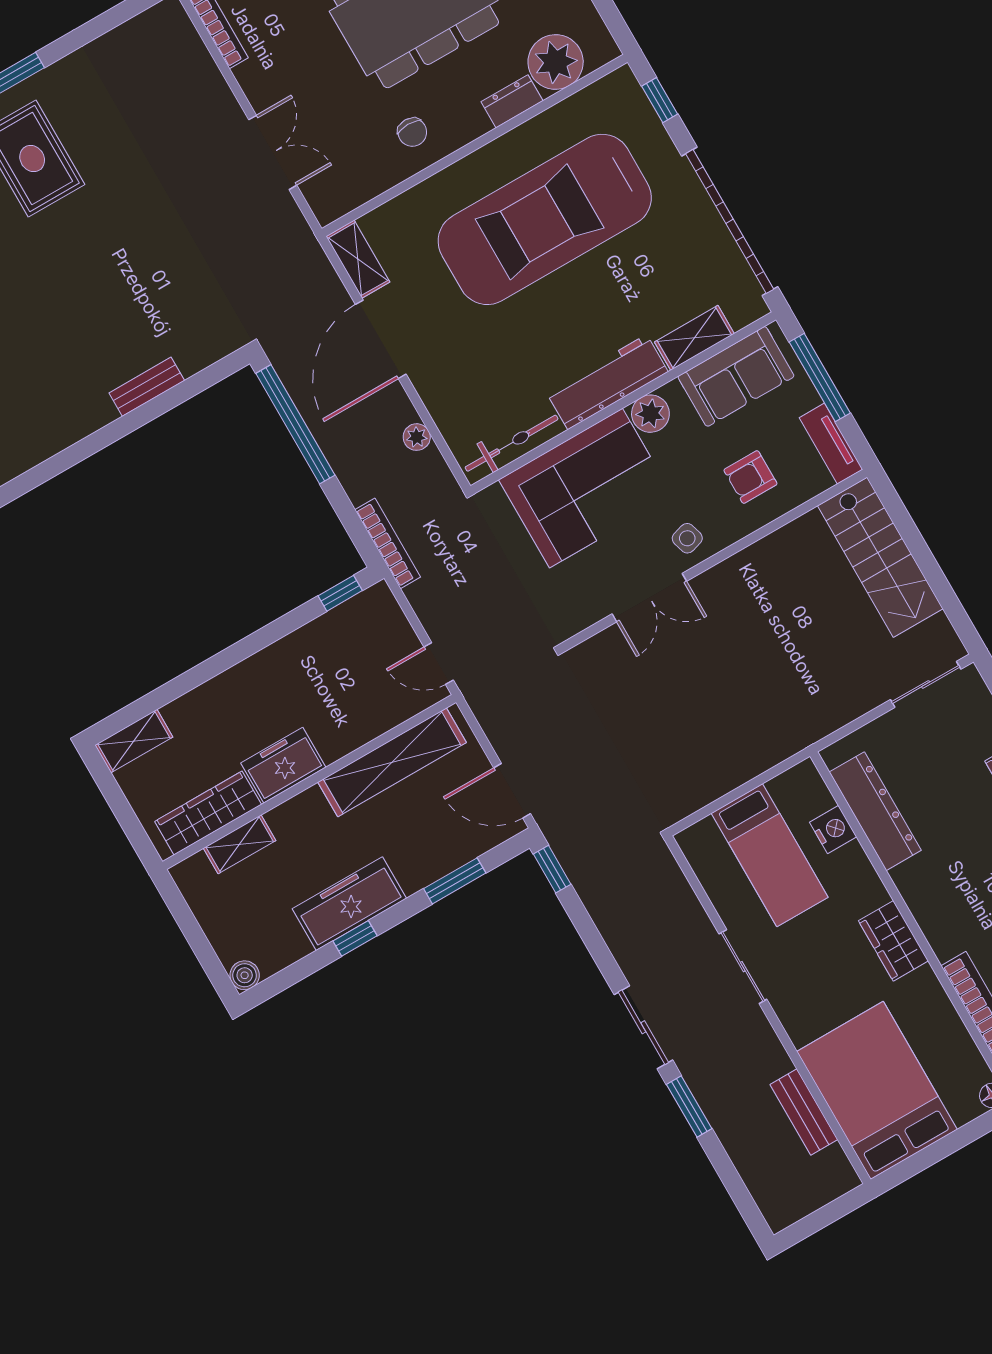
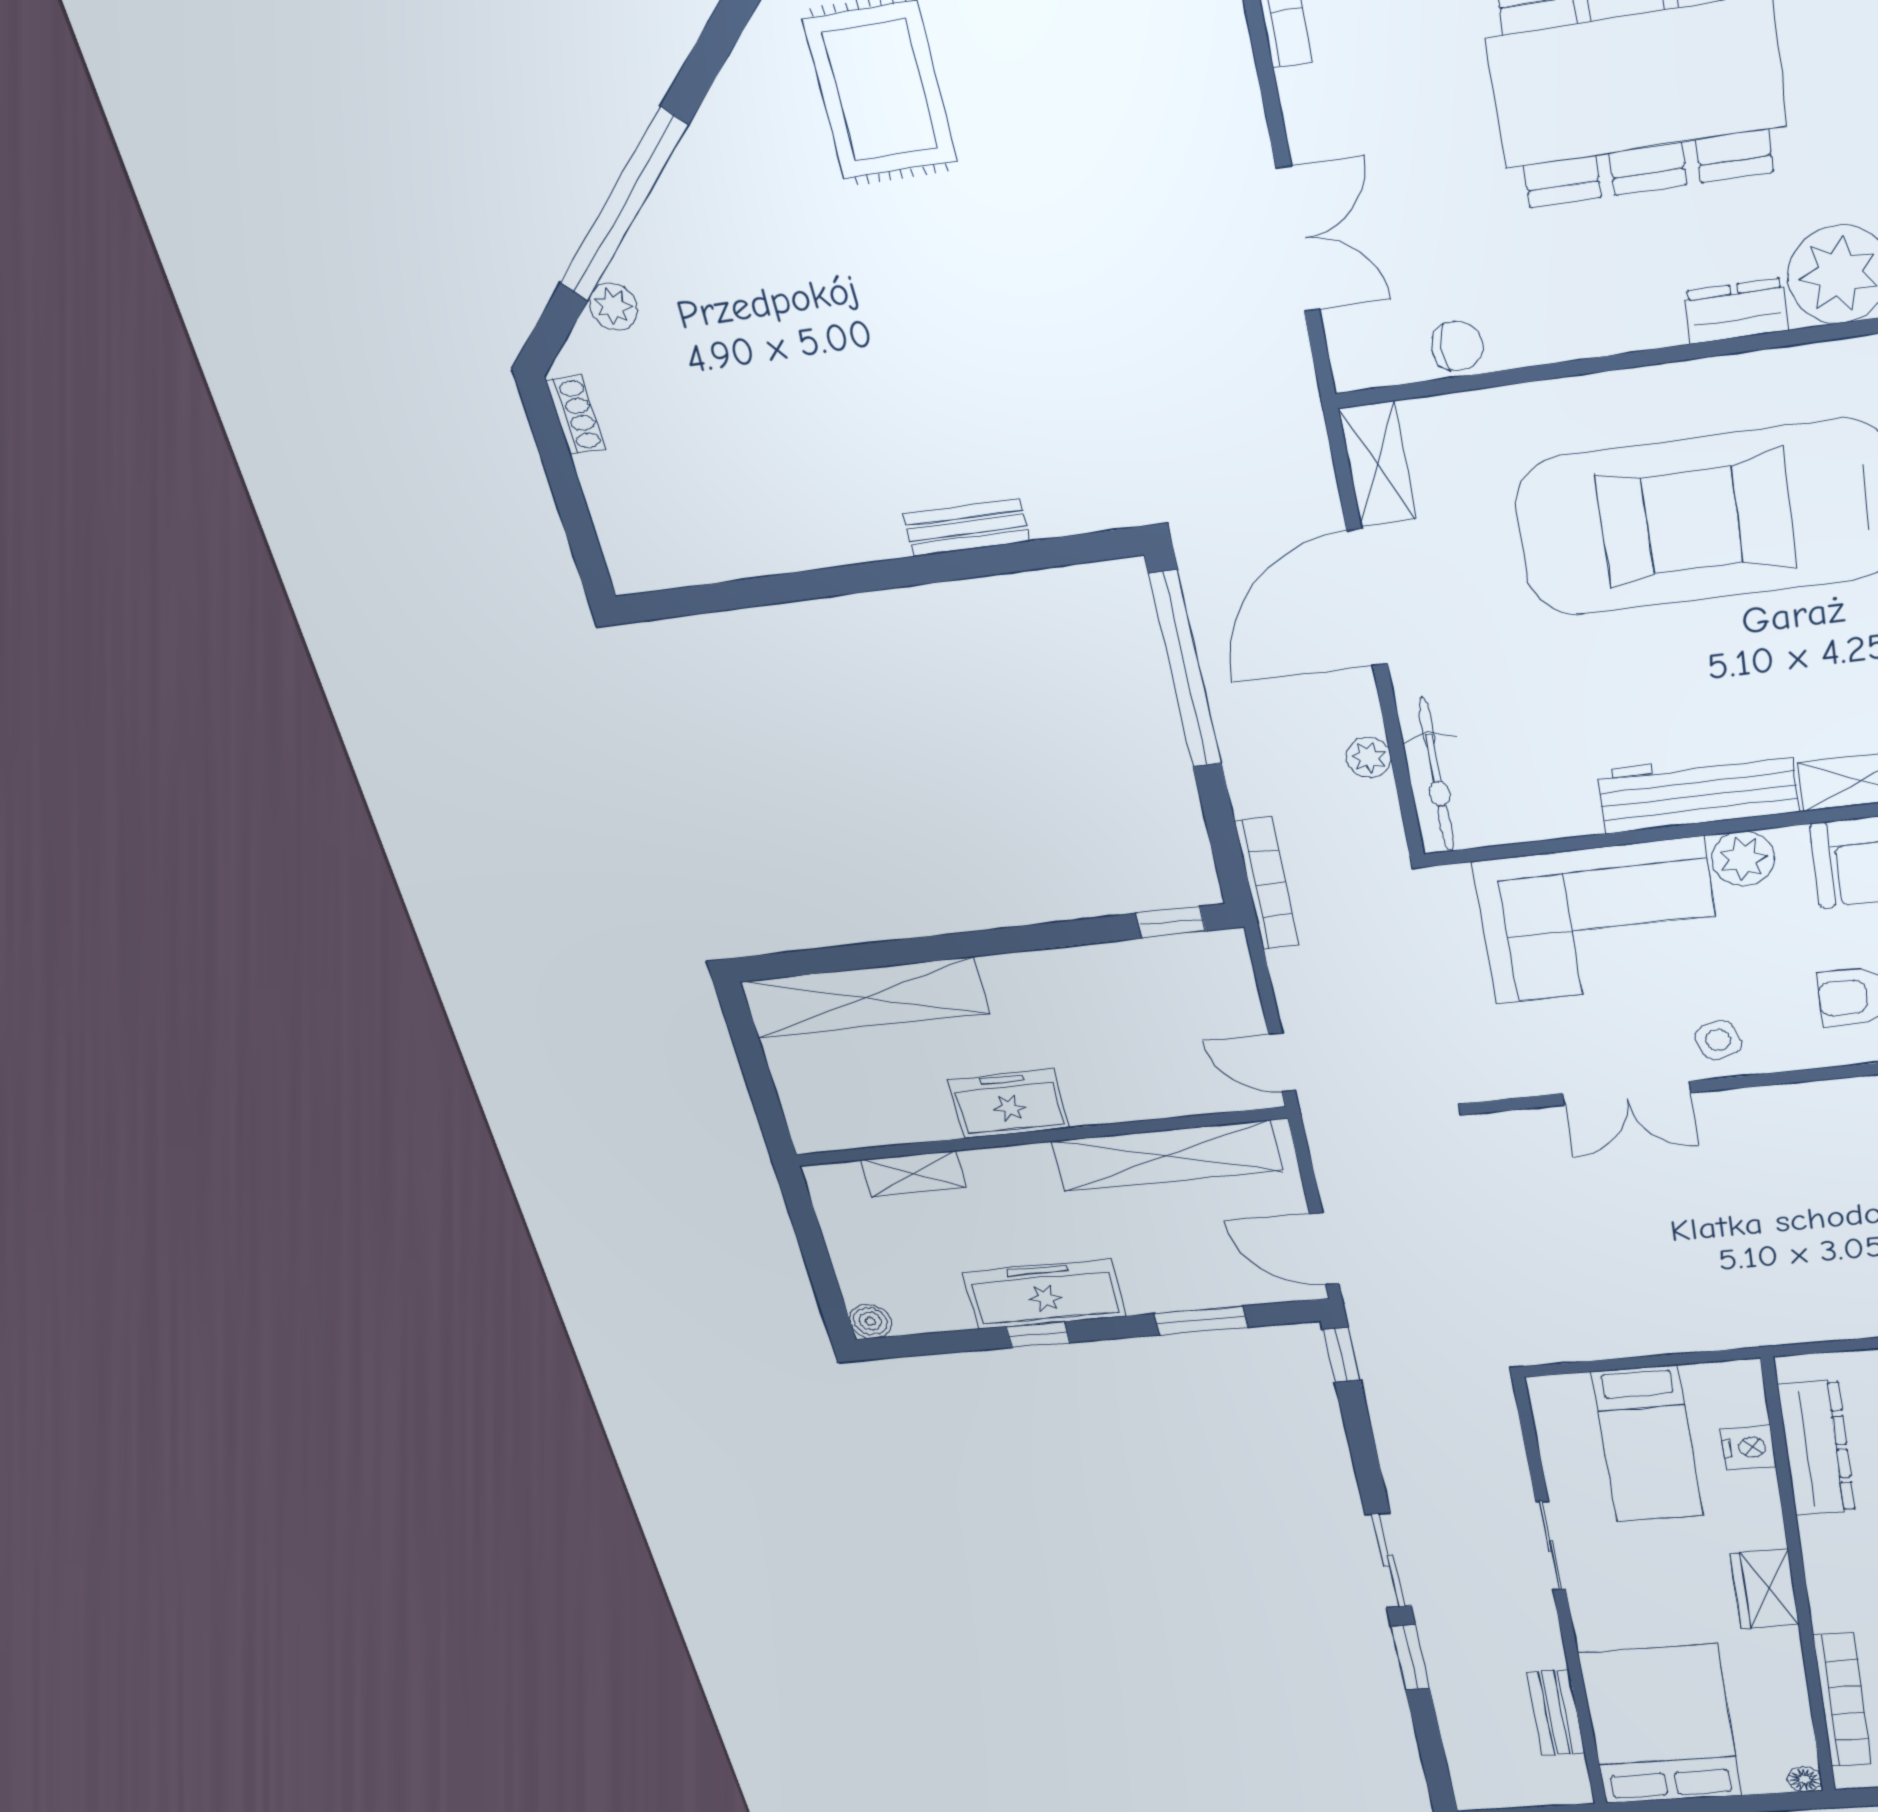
chair: (412, 132) -> (1457, 346), moved, turned -90
bicycle: (512, 443) -> (1436, 775), moved, turned 90
shelving: (134, 741) -> (865, 998), width x2.20, depth x1.33
wardrobe: (208, 813) -> (880, 1122), removed

